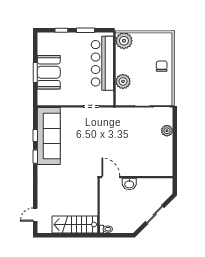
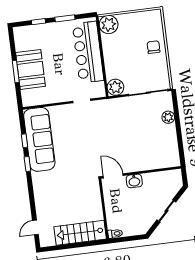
plant: (123, 81) -> (115, 87), moved

